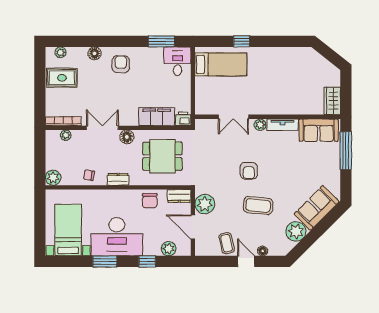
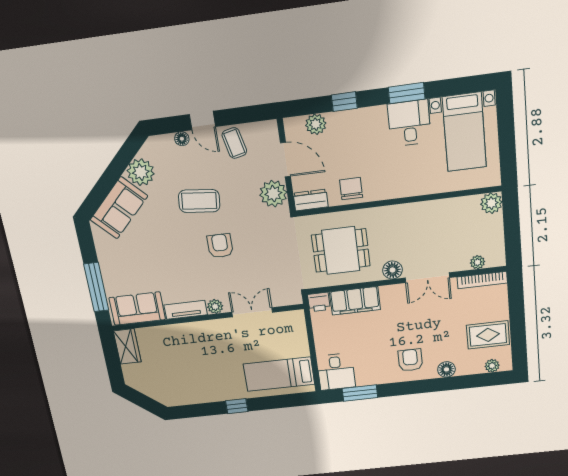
window: (242, 41) -> (237, 406), moved
armchair: (121, 64) -> (410, 360), turned 180
chair: (89, 175) -> (441, 213), removed
dresser: (118, 179) -> (399, 212), removed
desk: (117, 237) -> (409, 123), width x0.53, depth x0.77

